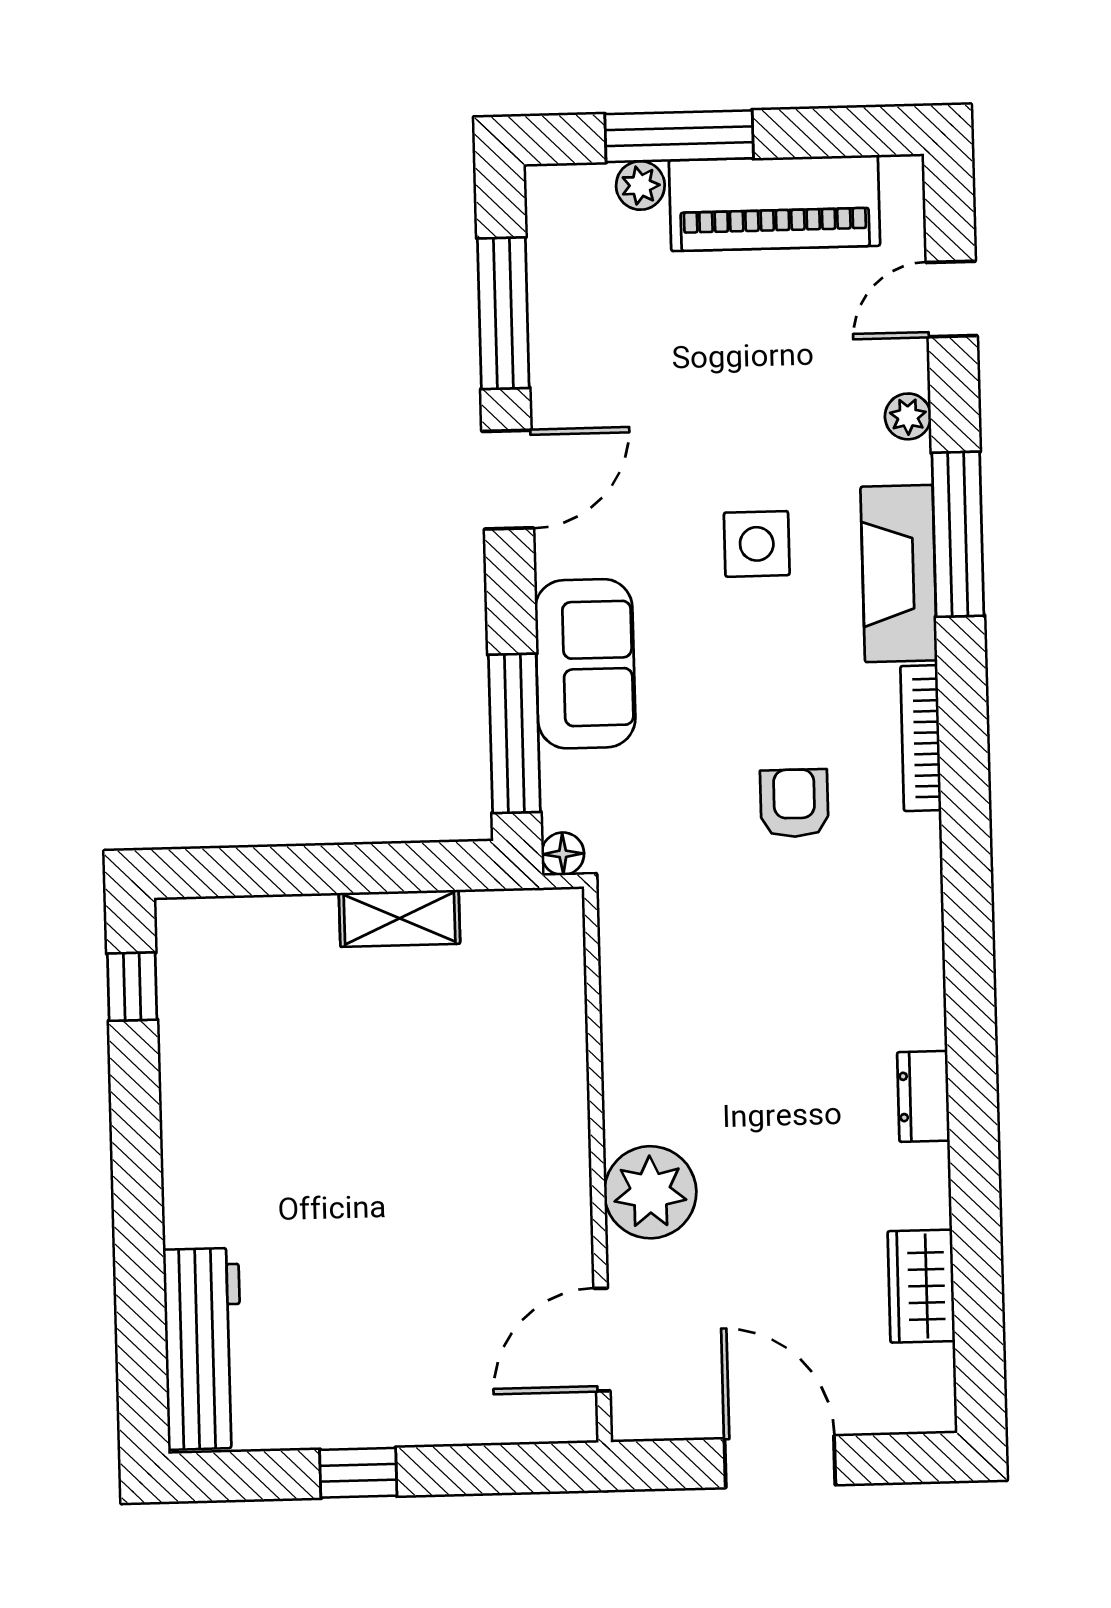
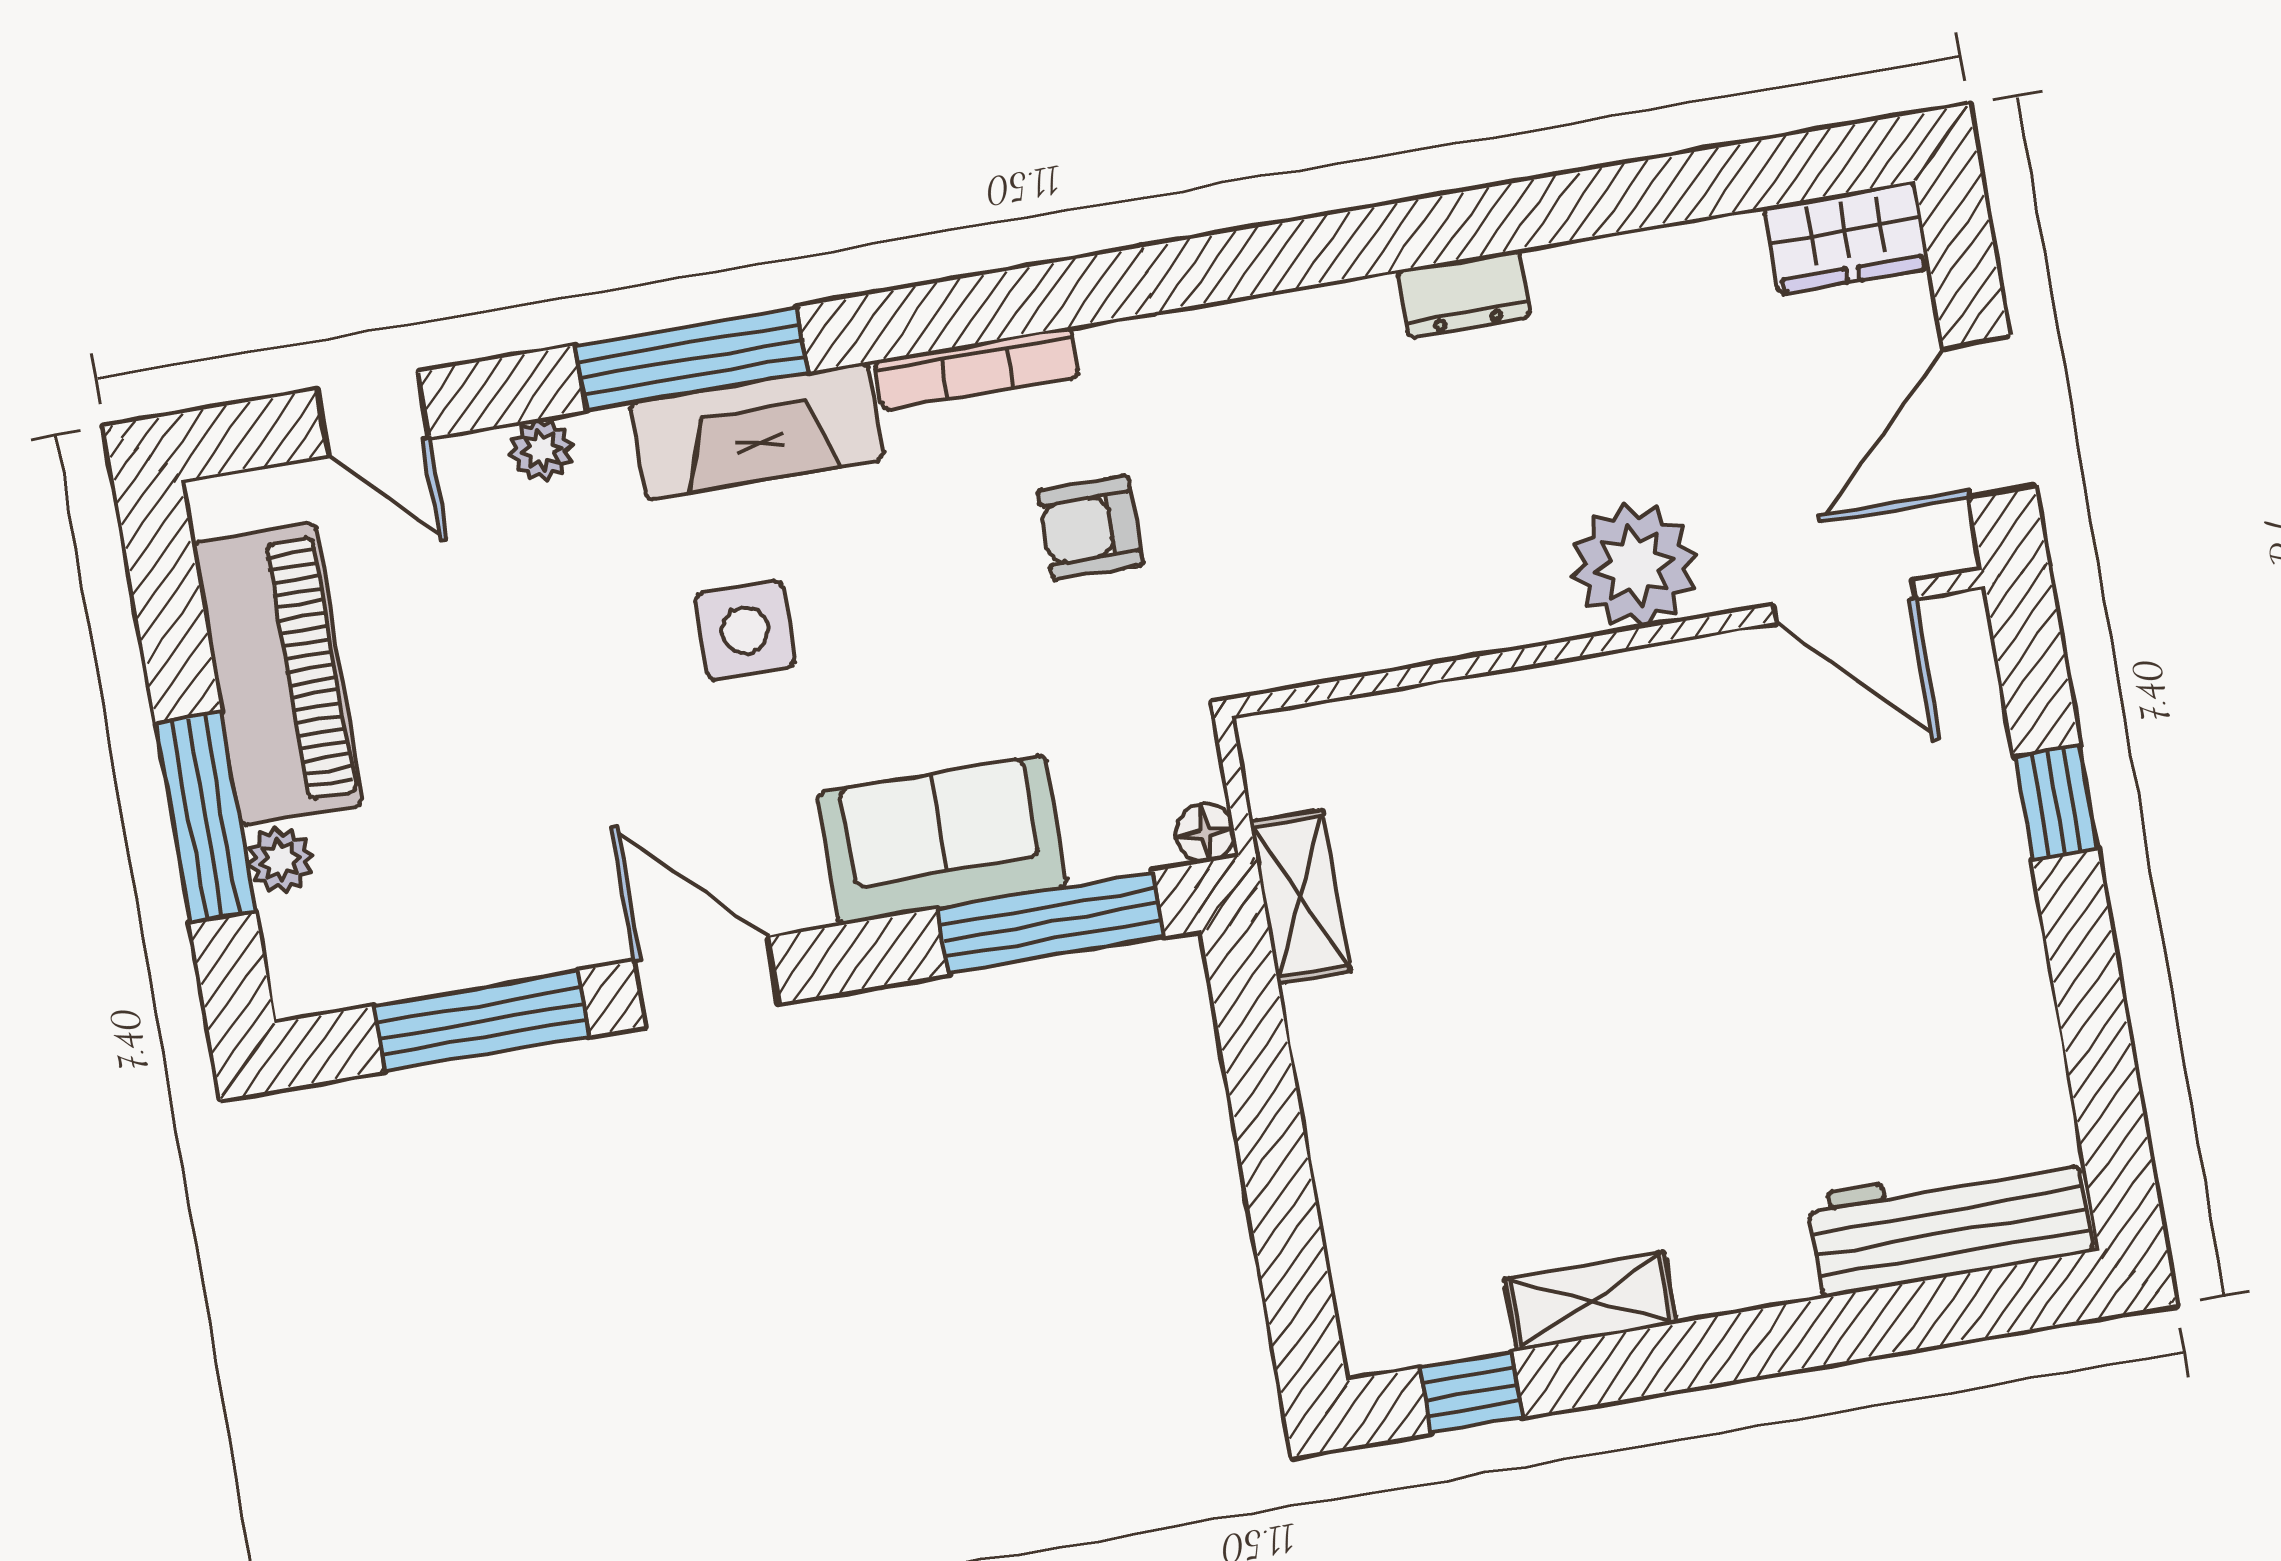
shelving: (399, 918) -> (1300, 896), moved
shelving: (185, 1082) -> (1590, 1301), added
wall: (597, 1164) -> (1607, 643), moved
plant: (650, 1192) -> (1634, 566), moved
wardrobe: (921, 1286) -> (1846, 238), moved
door: (602, 1340) -> (1844, 602), moved
window: (358, 1473) -> (2056, 803), moved

